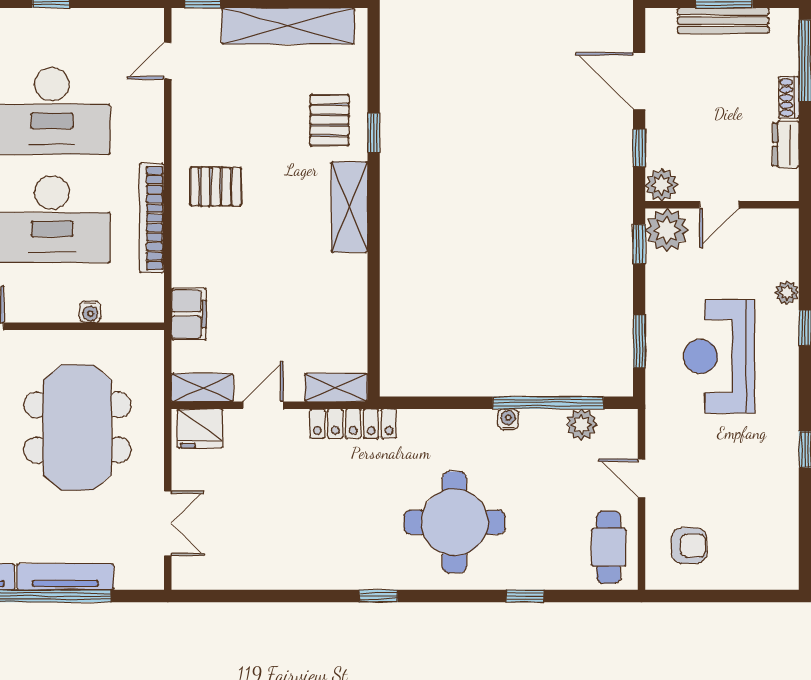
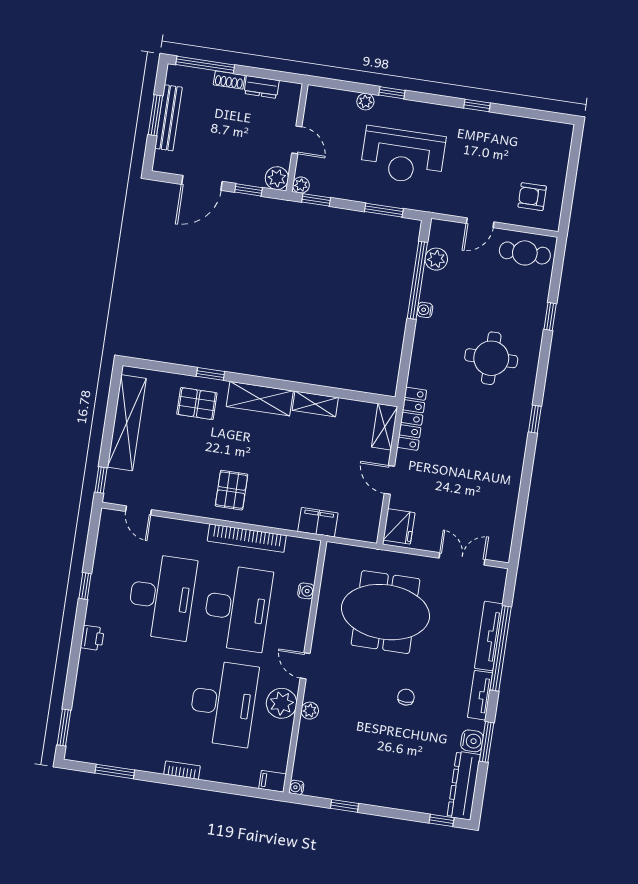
plant: (667, 230) -> (301, 185), width x0.53, depth x0.53
shelving: (202, 388) -> (315, 404), moved, turned 90
round table: (454, 522) -> (491, 358), width x0.73, depth x0.73
armchair: (689, 546) -> (532, 197), turned -90

